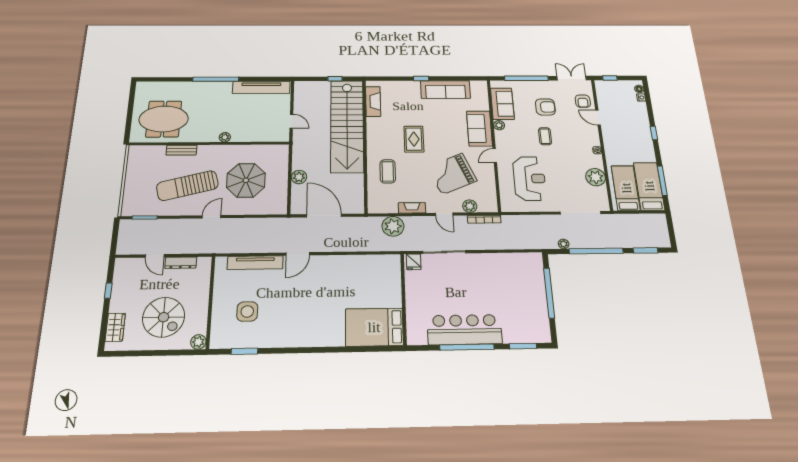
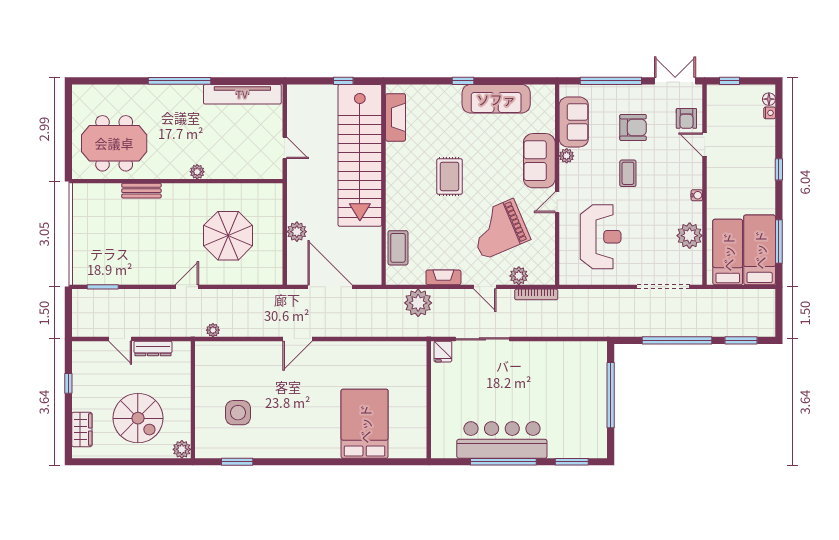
coffee table: (388, 171) -> (398, 248), moved
sun lounger: (187, 186) -> (153, 243), removed
plant: (564, 244) -> (213, 330), moved
tv unit: (255, 263) -> (245, 350), removed
bed: (374, 327) -> (365, 424), moved, turned 90

